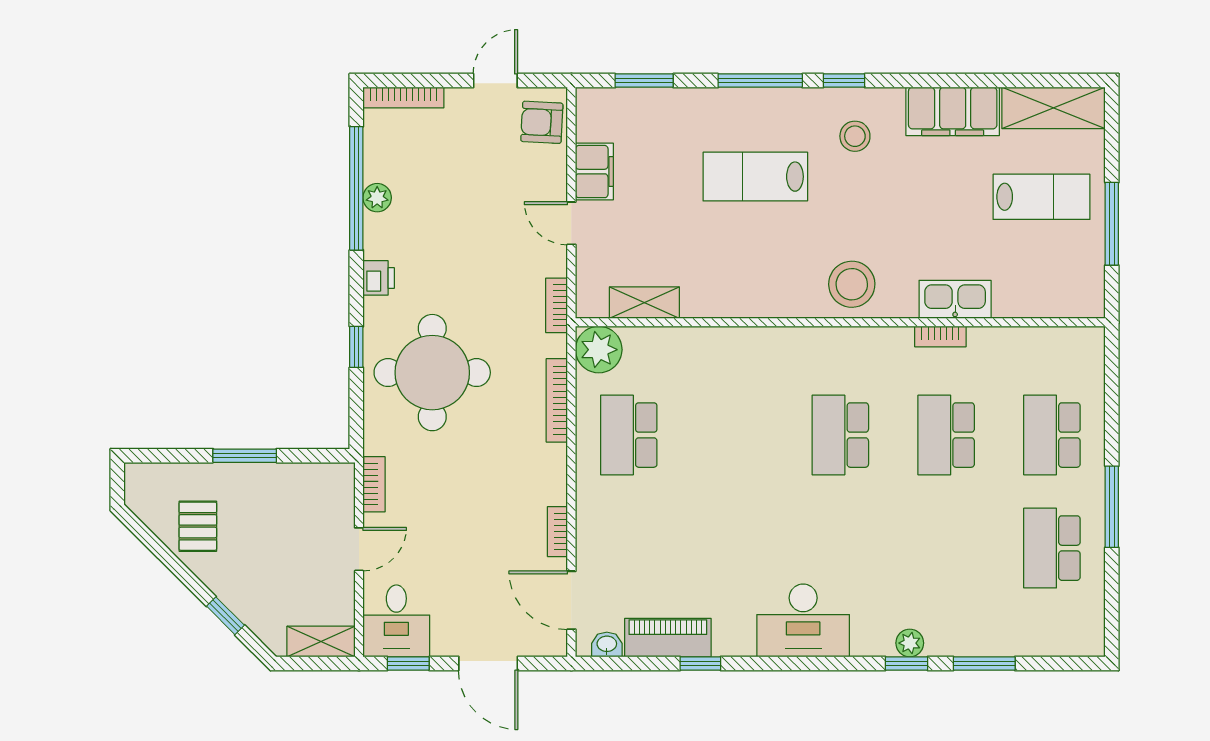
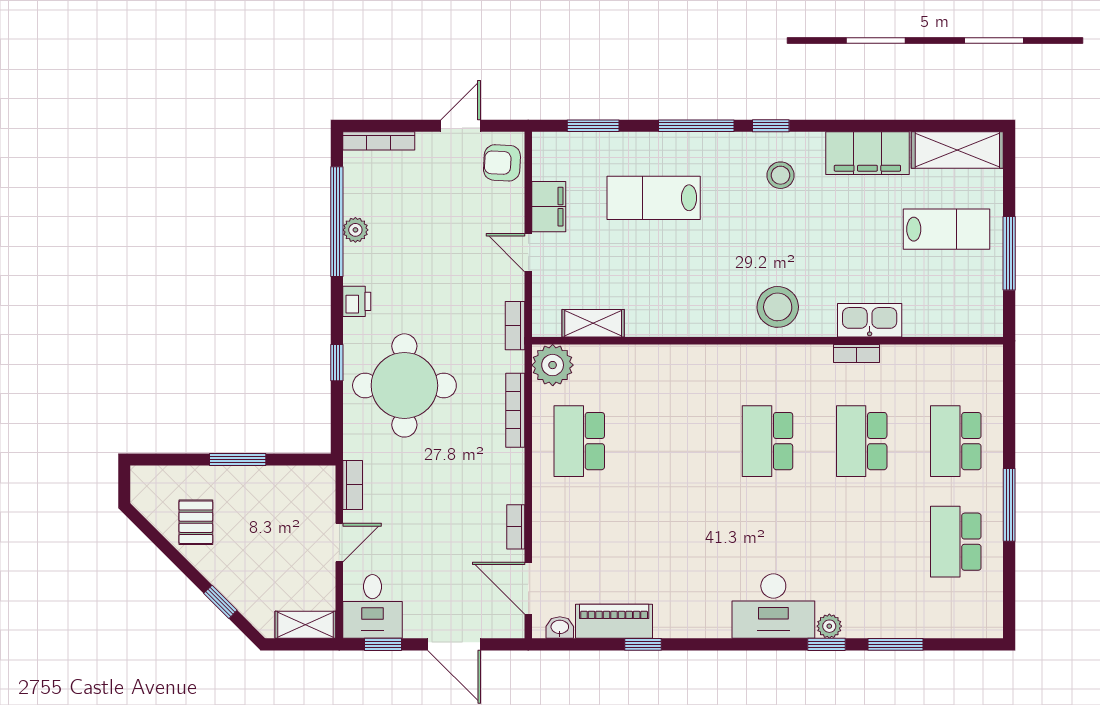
lab bench: (755, 177) -> (654, 198), moved
desk: (803, 620) -> (773, 606), moved

